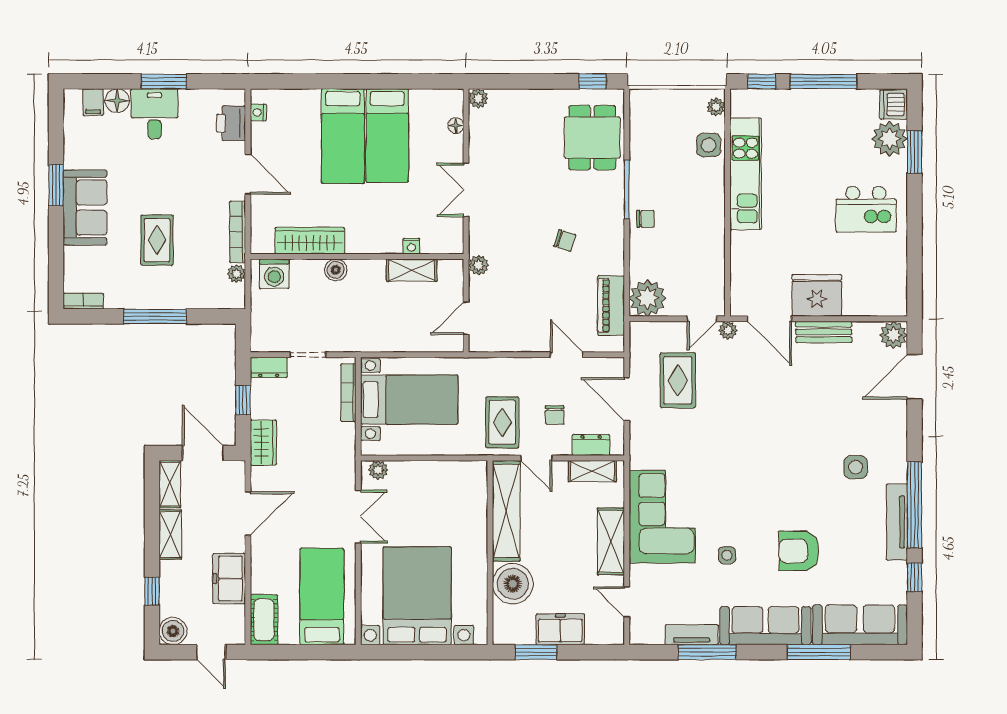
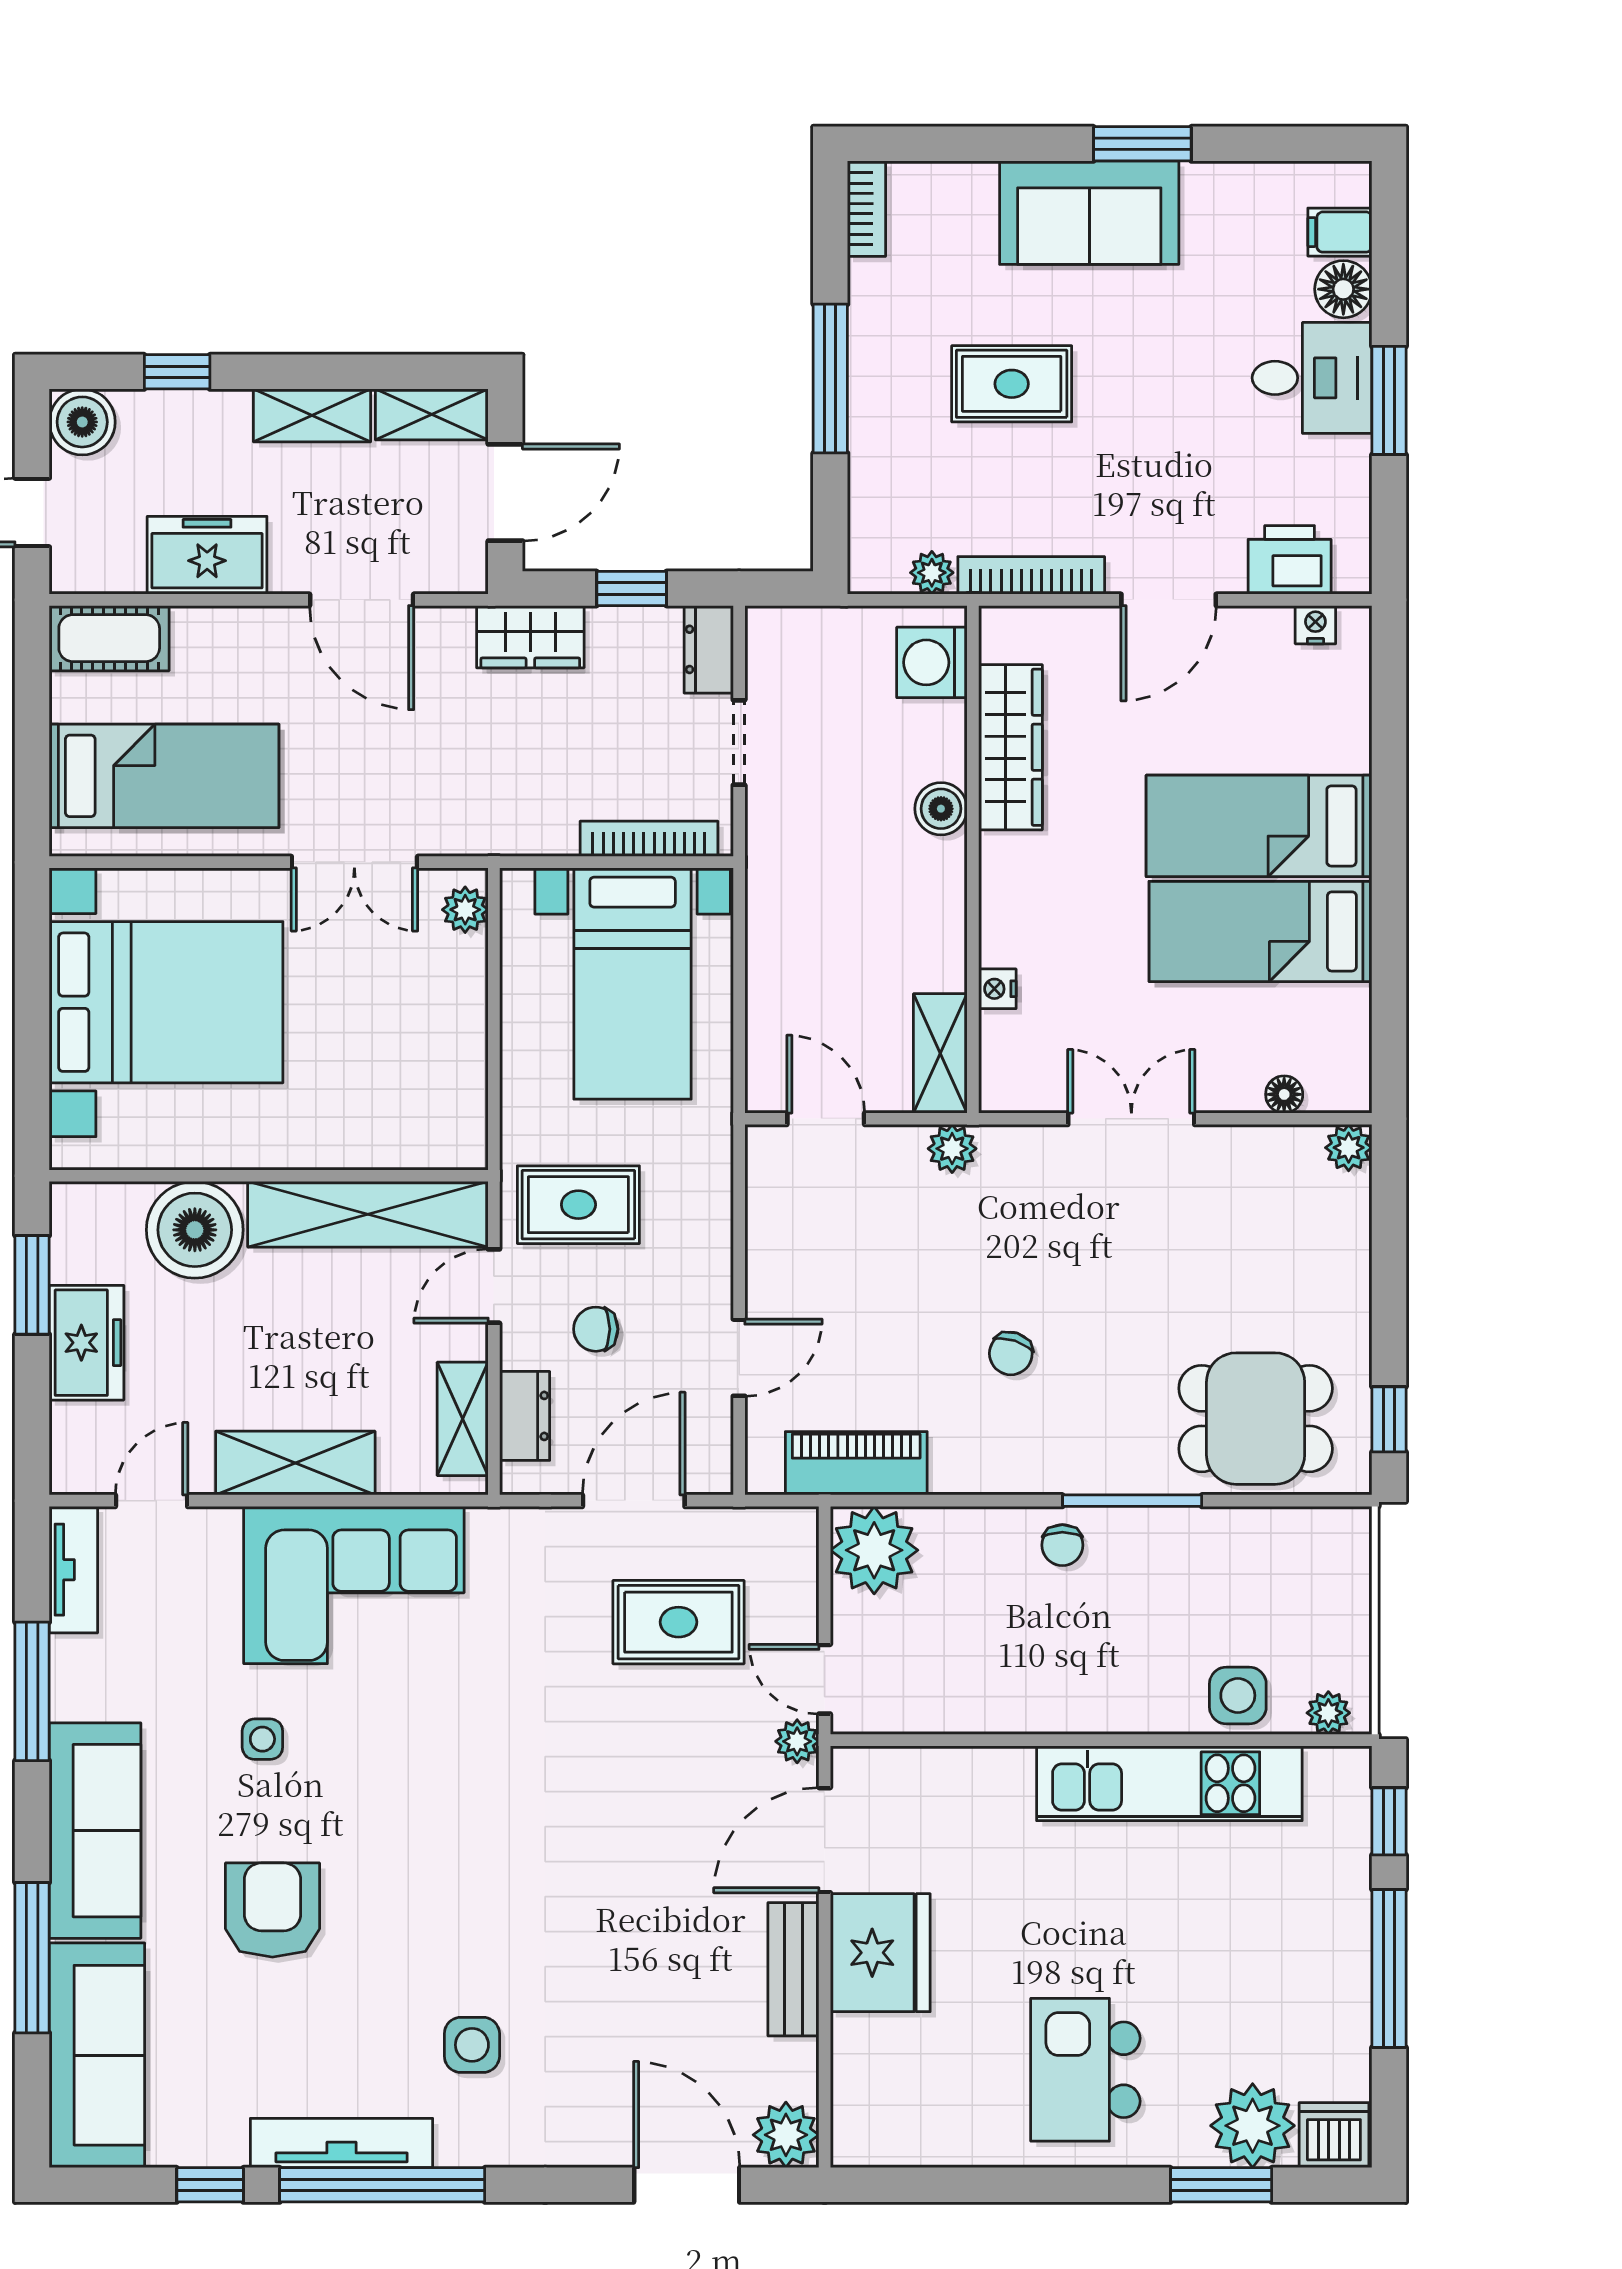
shelving: (412, 270) -> (940, 1053), moved
tv unit: (692, 635) -> (73, 1570), moved

